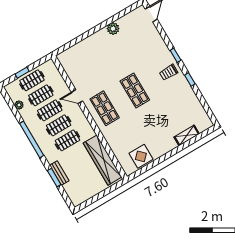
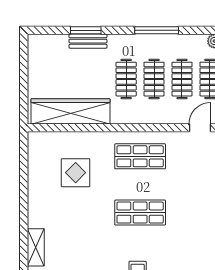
door: (77, 97) -> (200, 128), moved
window: (32, 139) -> (157, 30), width x0.68
display table: (141, 156) -> (76, 173), moved

